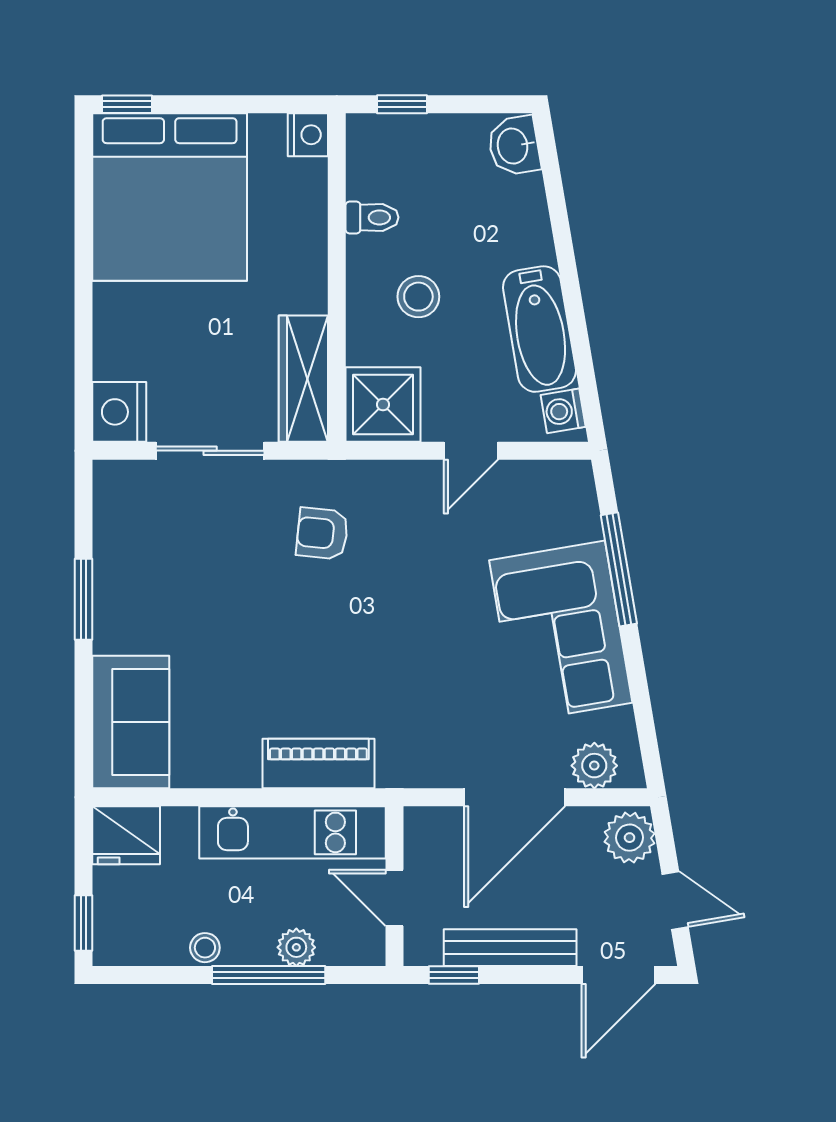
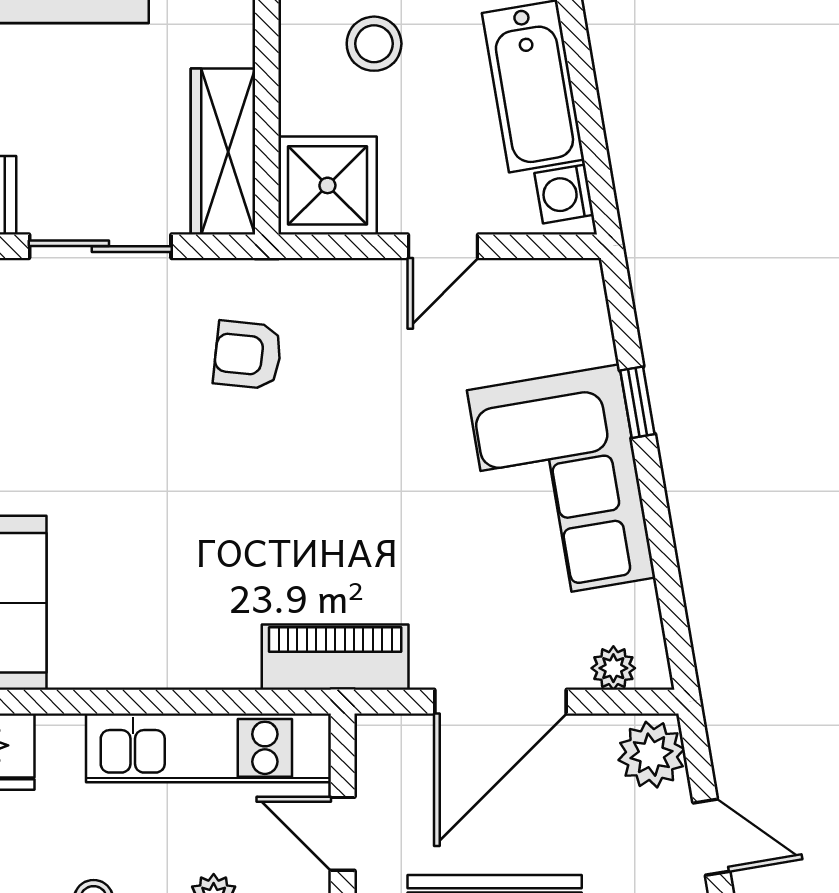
window: (619, 569) -> (637, 402), width x0.46
piano: (318, 763) -> (335, 657), moved
plant: (594, 766) -> (613, 668), width x0.73, depth x0.73

